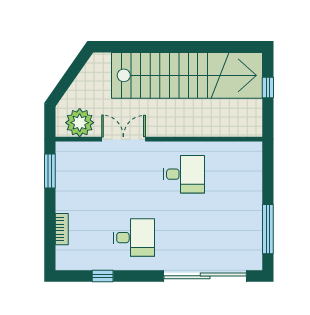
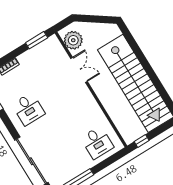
window: (268, 88) -> (142, 141), moved
desk: (184, 174) -> (97, 143), moved

